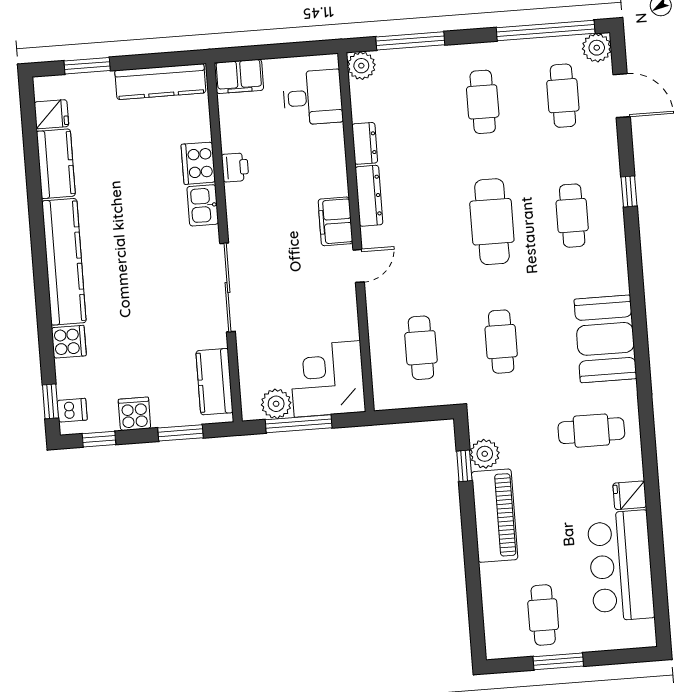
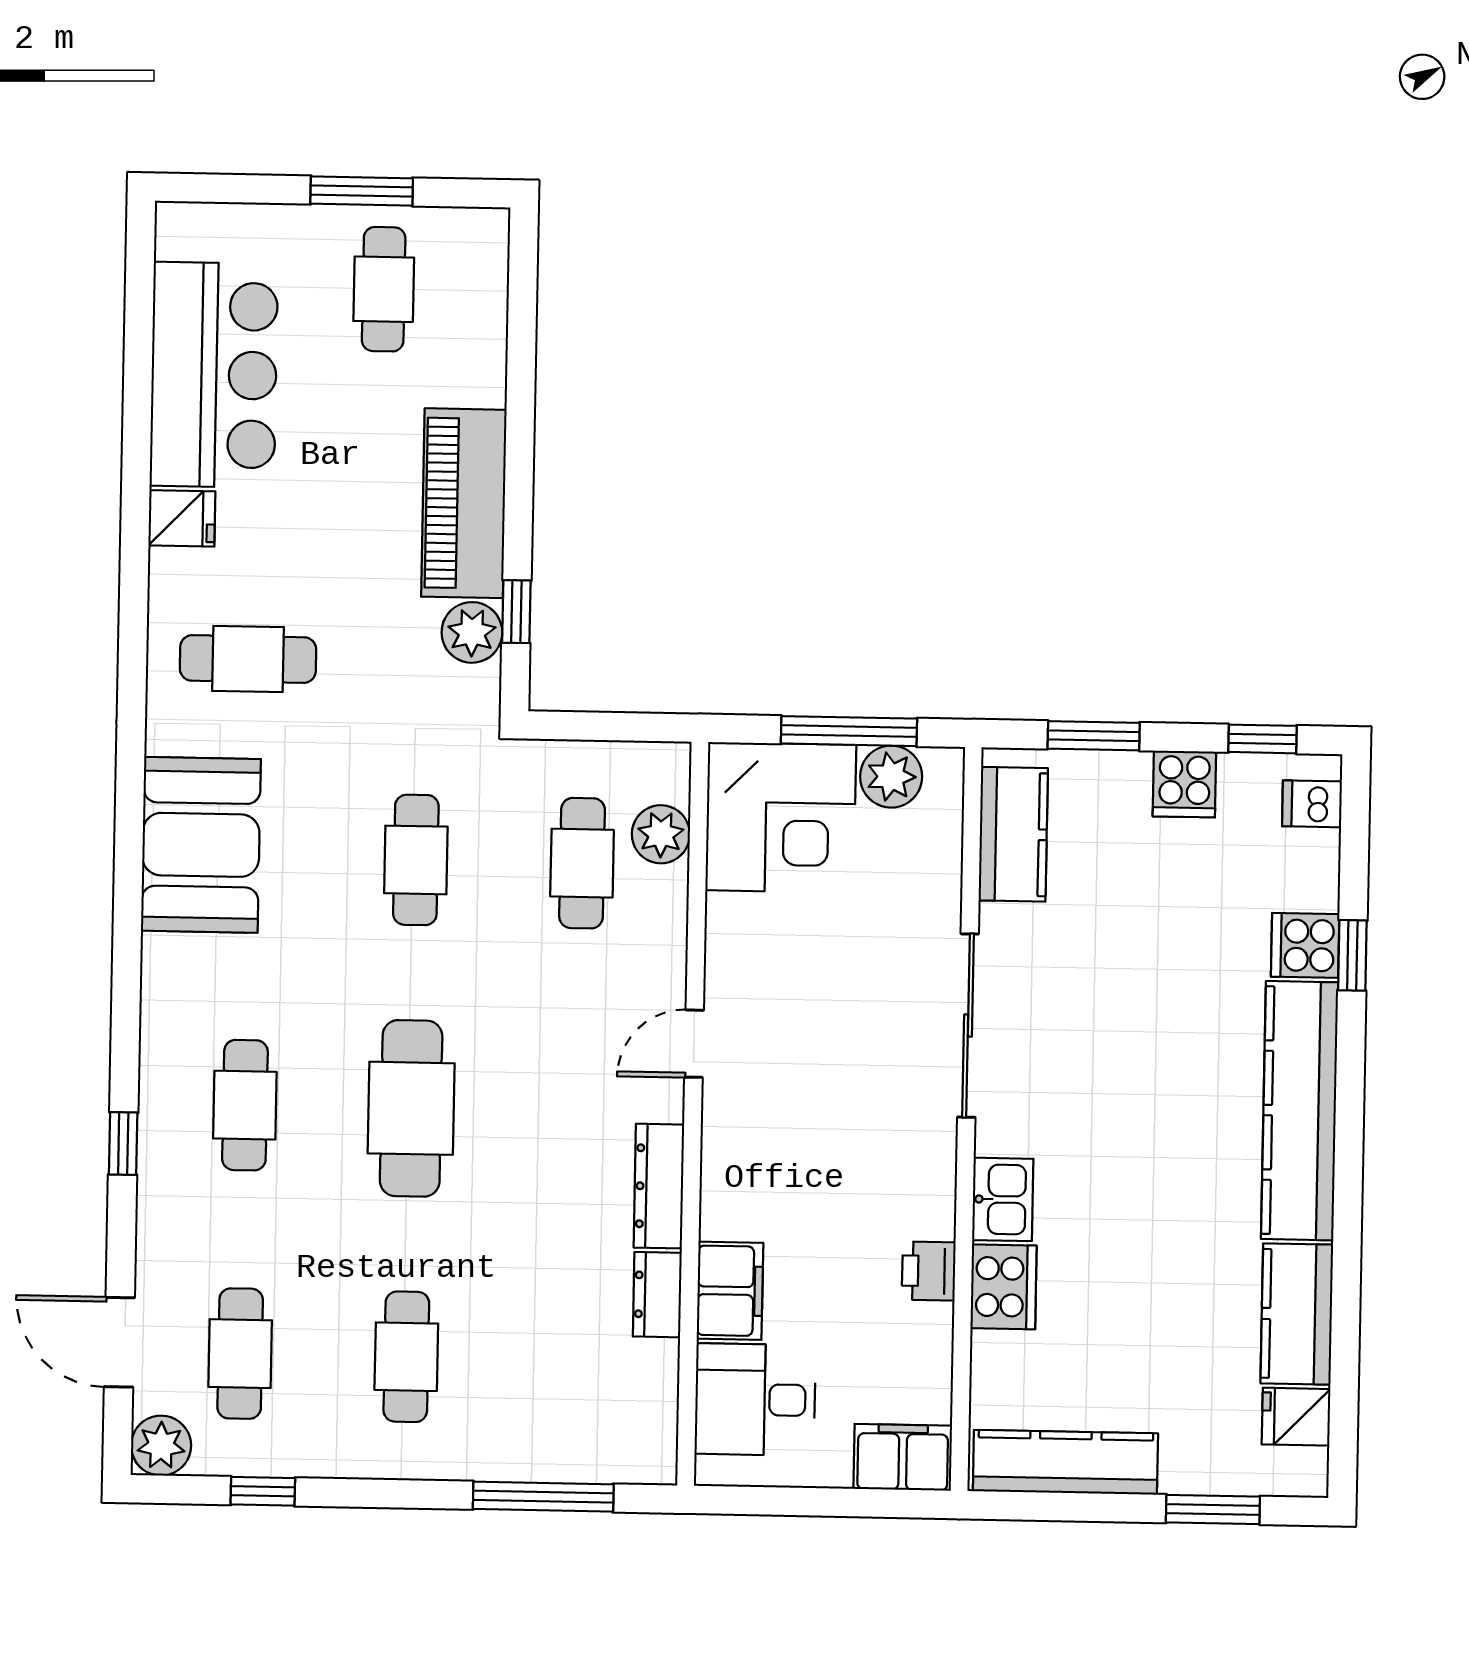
window: (546, 30) -> (263, 1491), width x0.32
plant: (361, 66) -> (661, 834), moved
filing cabinet: (335, 221) -> (730, 1291), moved
window: (50, 401) -> (1352, 955), moved

